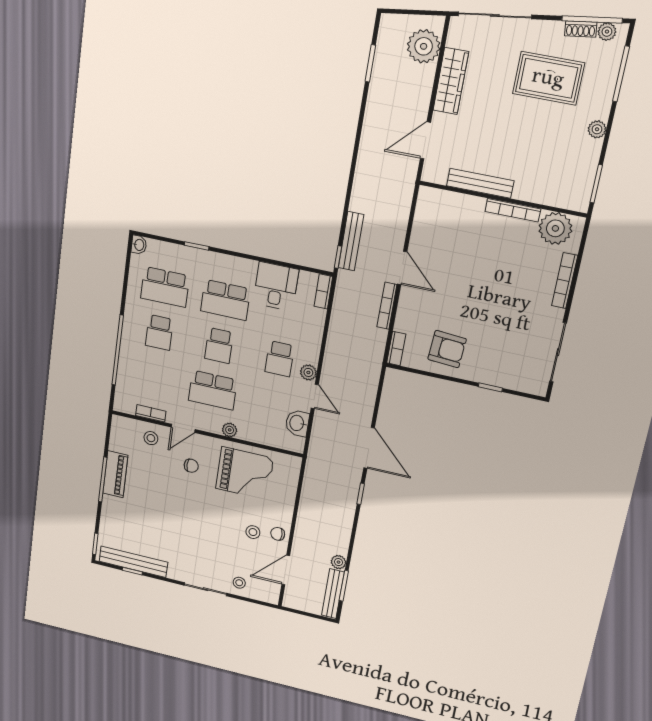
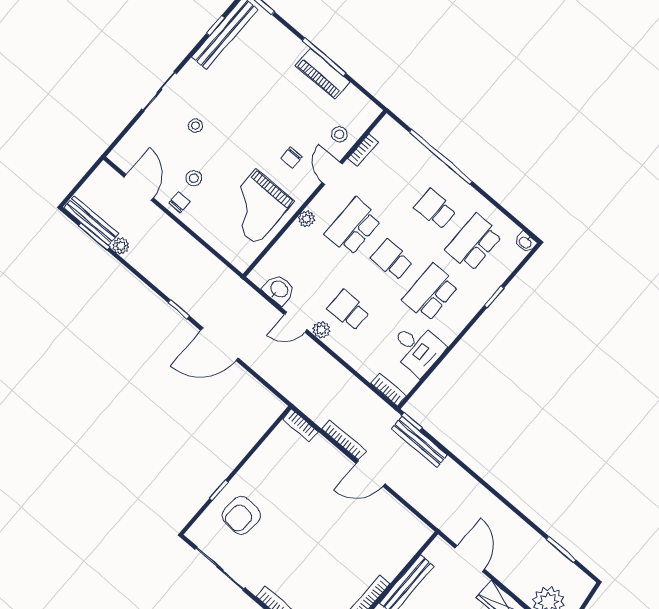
armchair: (447, 349) -> (241, 515), moved
stool: (239, 583) -> (195, 126), moved

